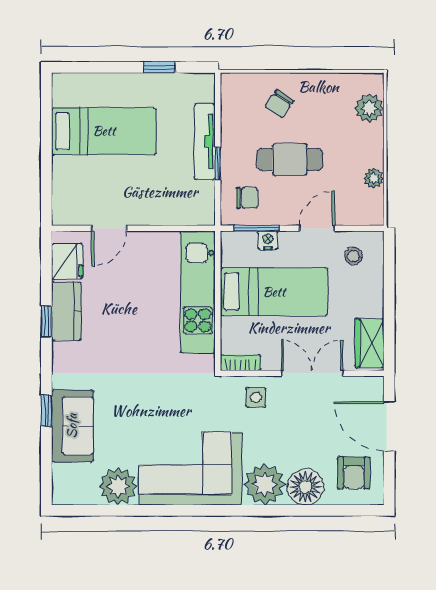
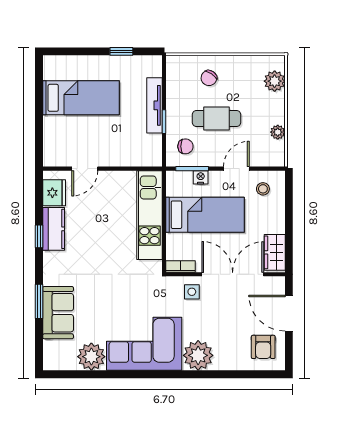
double door: (312, 373) -> (233, 274), width x1.37
window: (46, 411) -> (39, 301), width x1.50
floor lamp: (305, 487) -> (228, 357), removed

